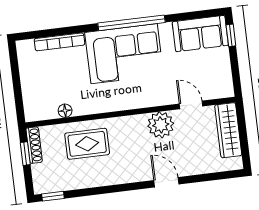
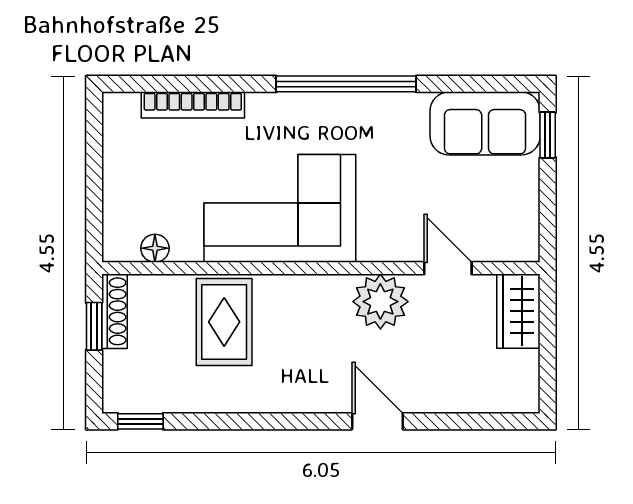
corner sofa: (124, 54) -> (280, 208), moved, turned 180
floor lamp: (65, 111) -> (155, 248), moved
wardrobe: (228, 130) -> (518, 311), width x0.67
rug: (87, 144) -> (224, 322), turned 90

